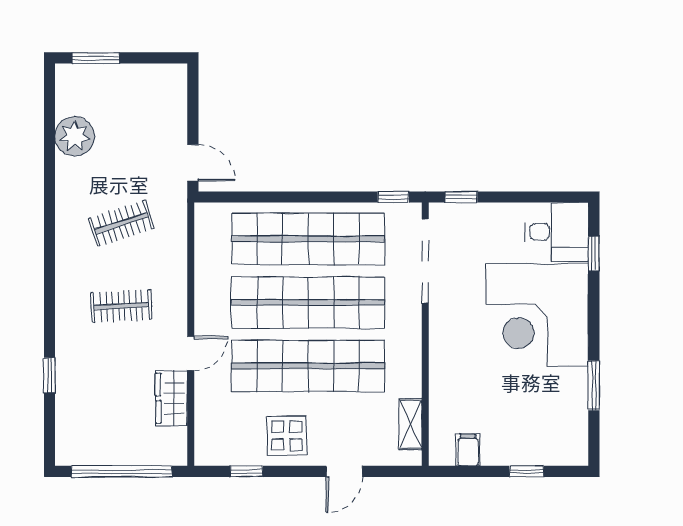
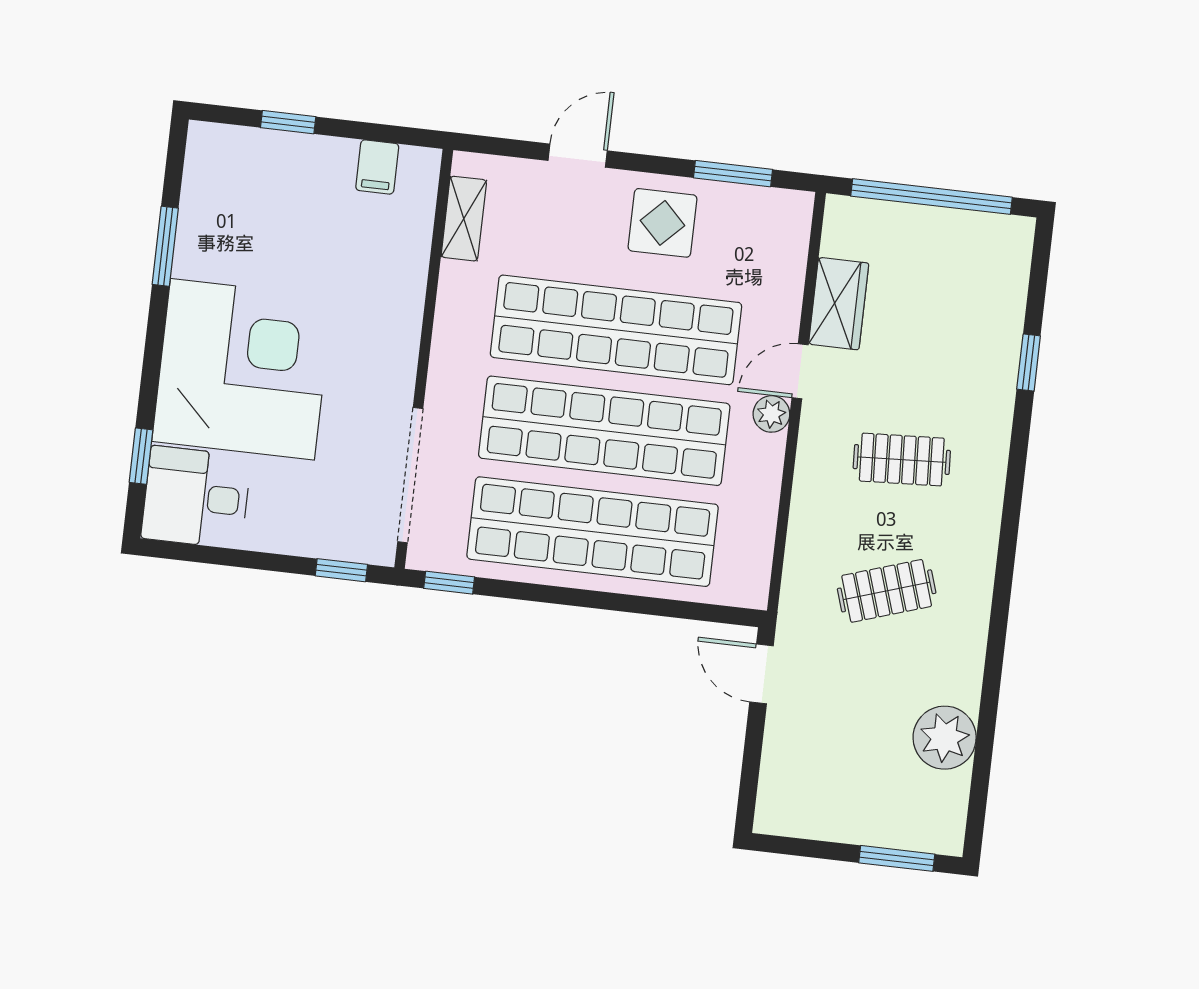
plant: (205, 325) -> (771, 414), added
window: (247, 471) -> (733, 174), width x1.50

